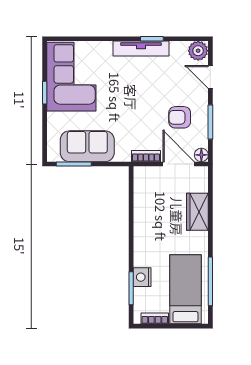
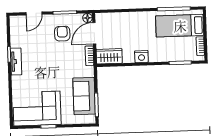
tv unit: (141, 48) -> (16, 62), width x0.71
plant: (198, 51) -> (16, 23), removed
armchair: (180, 117) -> (62, 34), turned 180
wardrobe: (197, 212) -> (109, 56), moved, turned 180
nightstand: (142, 277) -> (141, 57), moved

